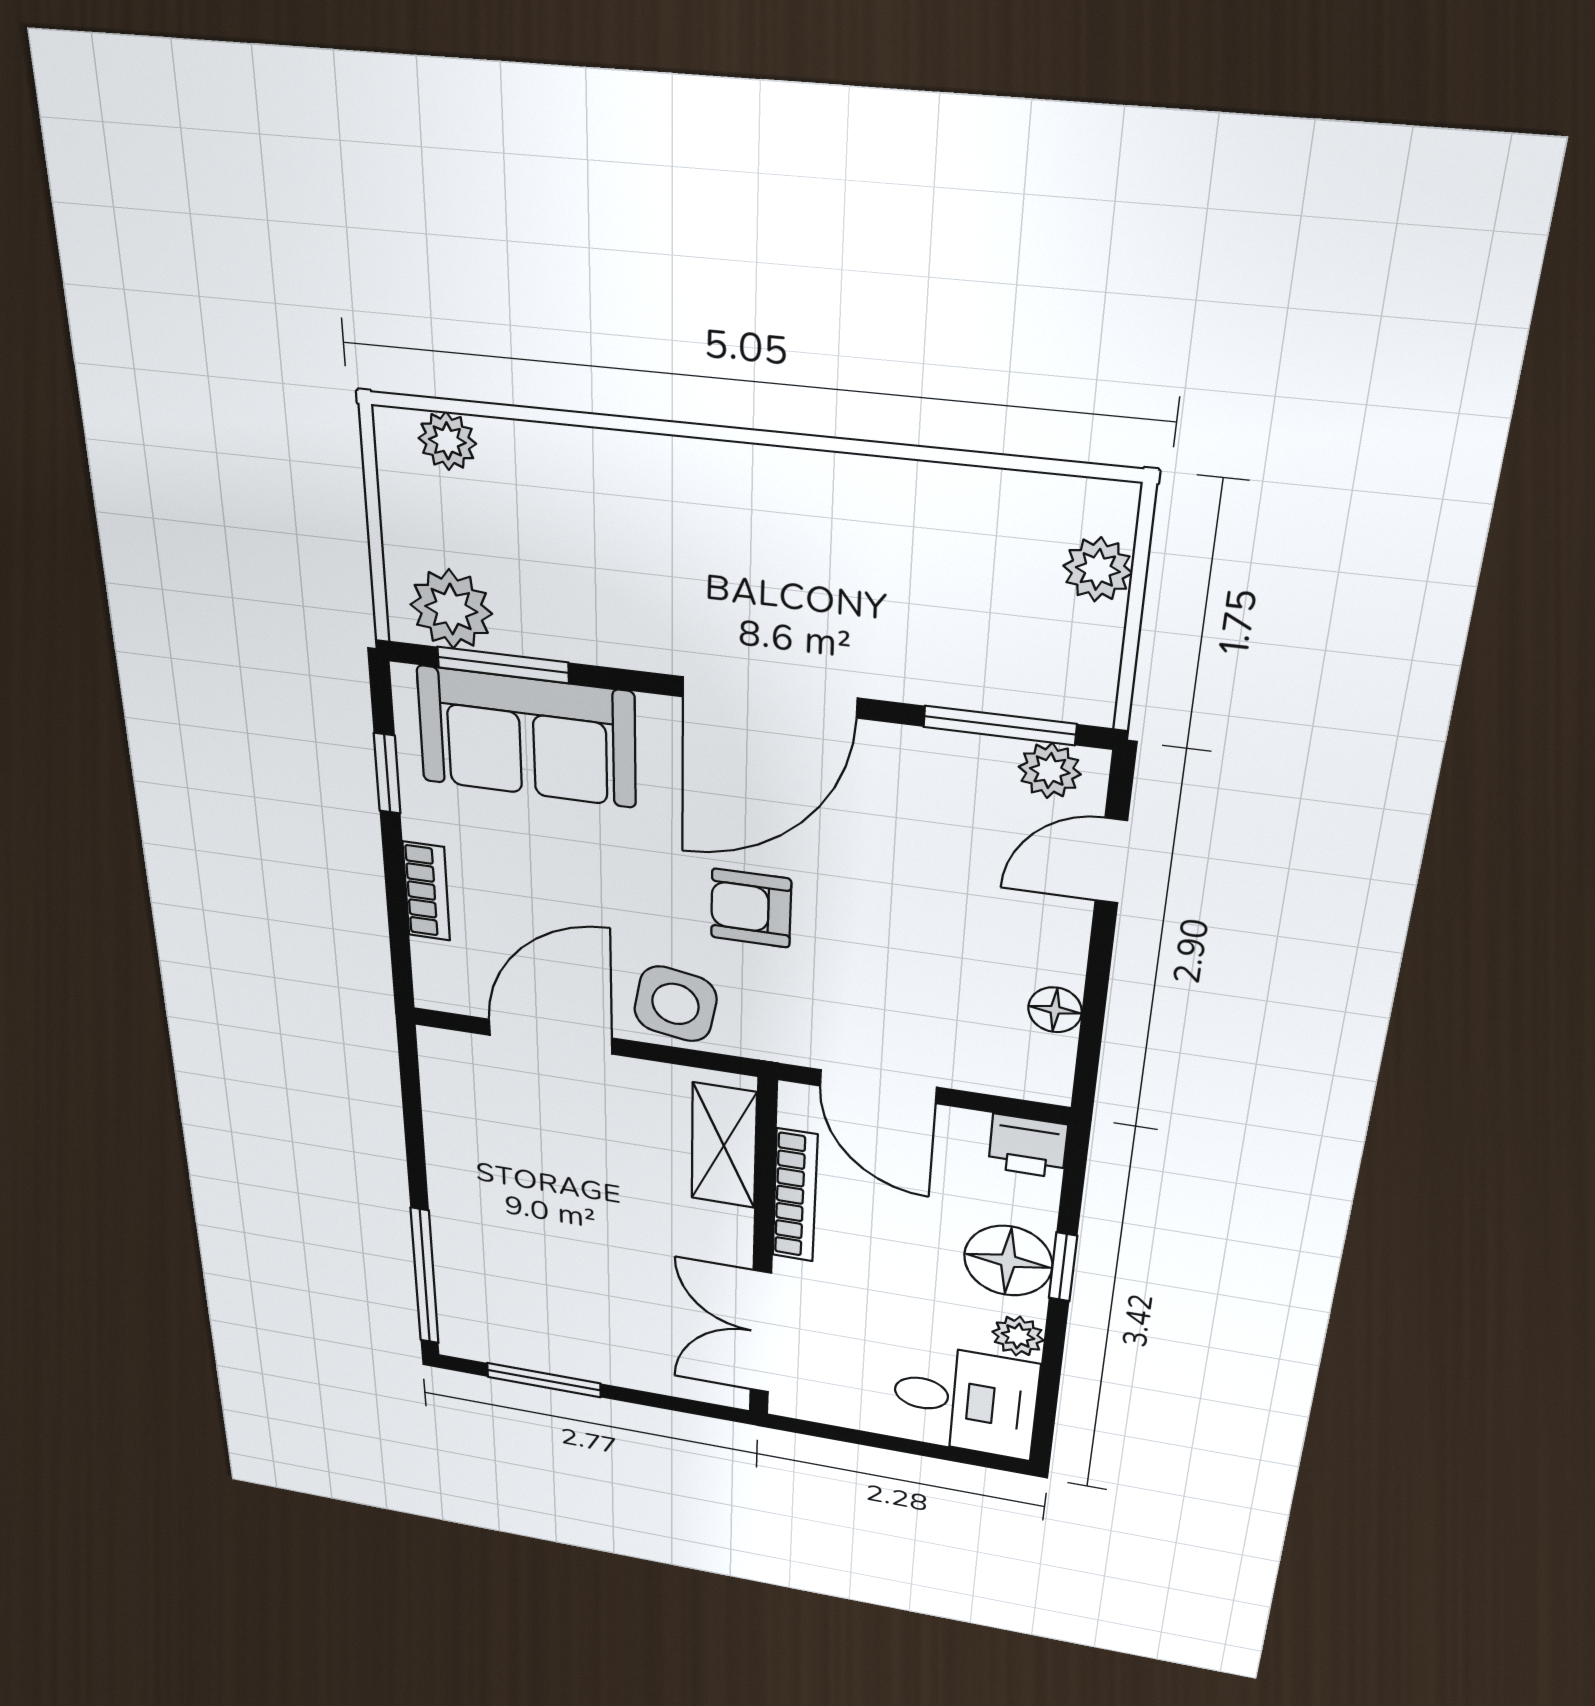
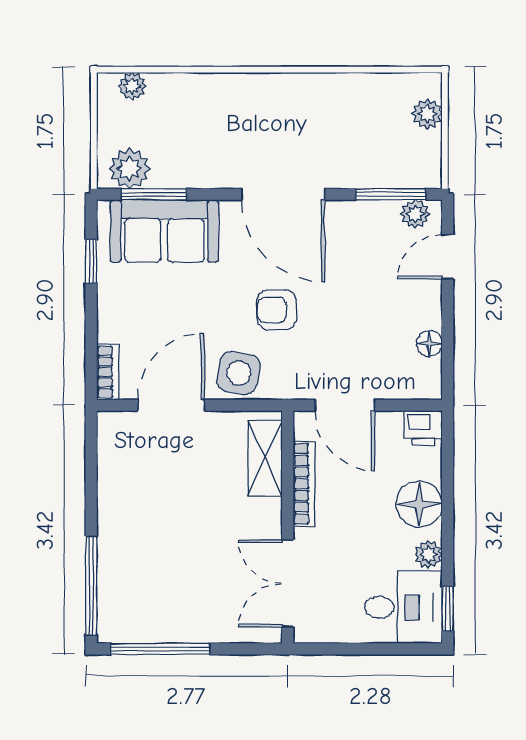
door: (769, 697) -> (283, 194), hinge flipped
bookcase: (426, 891) -> (108, 372), moved
window: (1063, 1267) -> (448, 609), moved
window: (544, 1380) -> (160, 649), width x1.44

